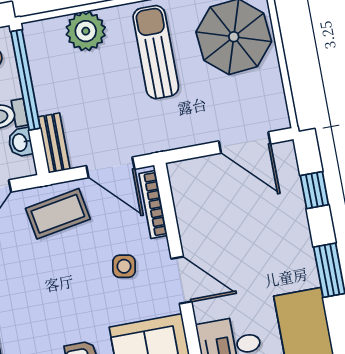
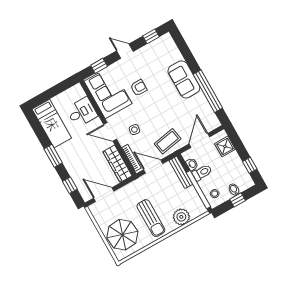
bench: (54, 143) -> (181, 172), width x1.36
wardrobe: (189, 202) -> (117, 164), added

